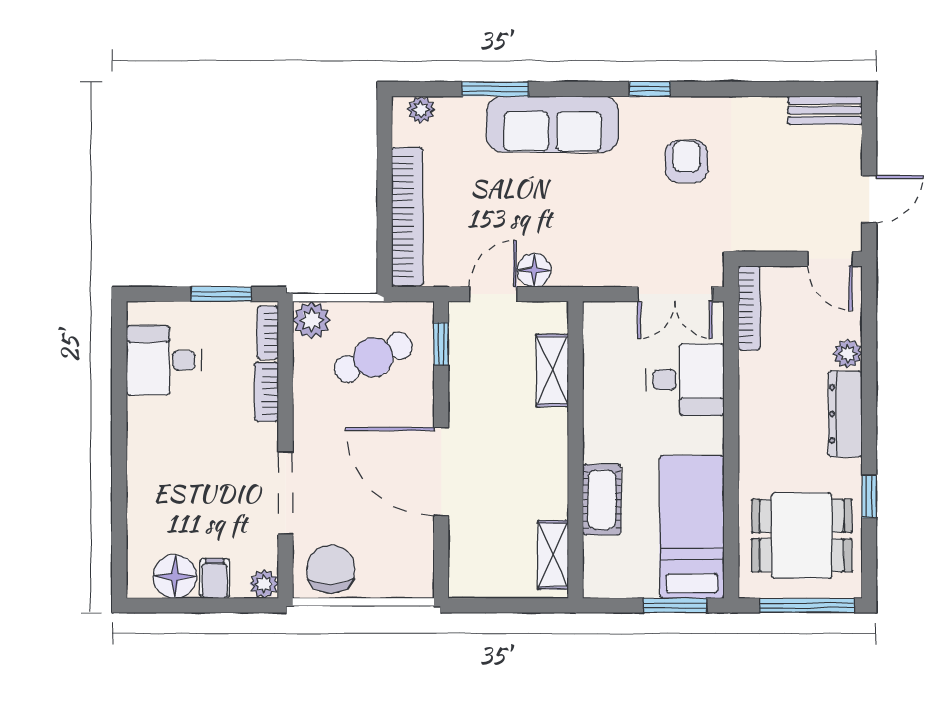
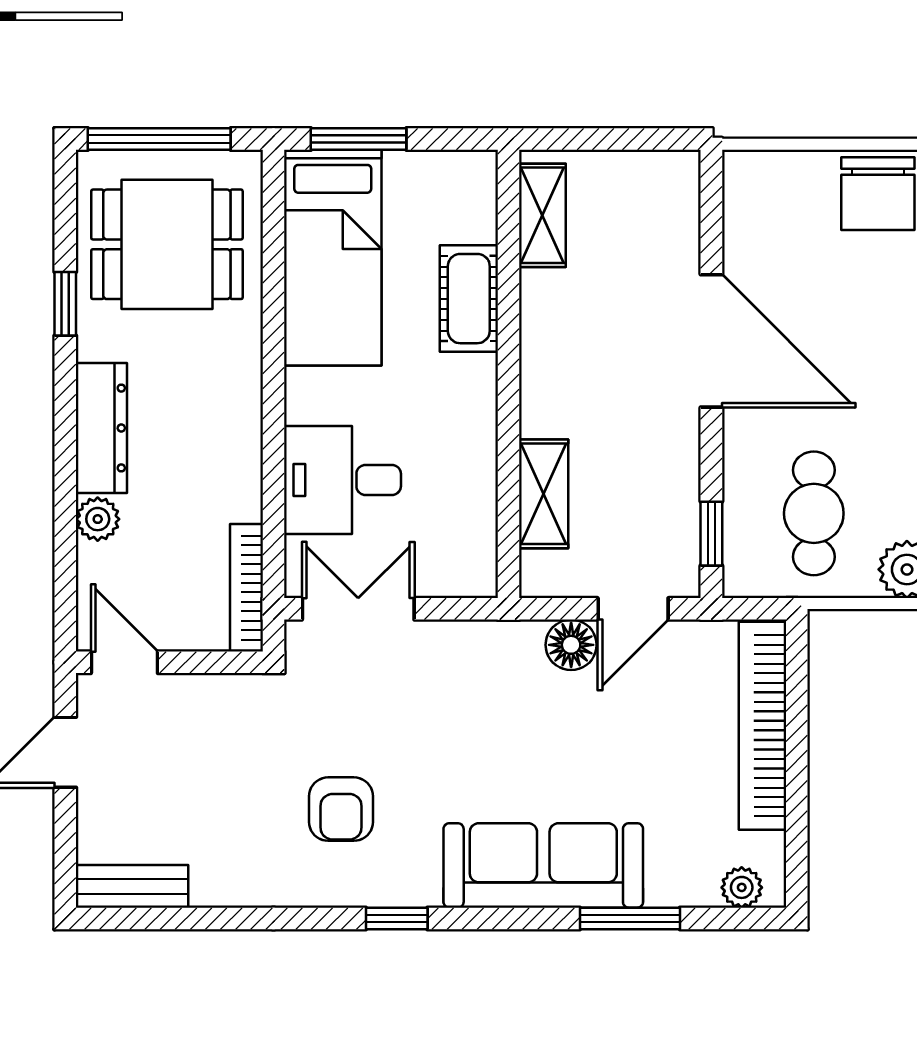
cafe table: (373, 357) -> (814, 513), turned -66

